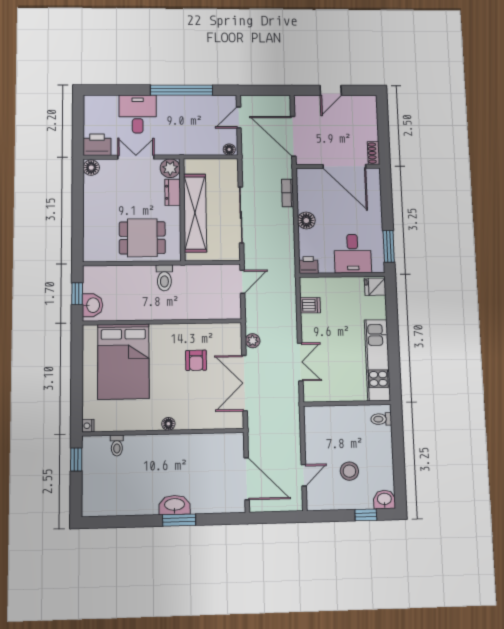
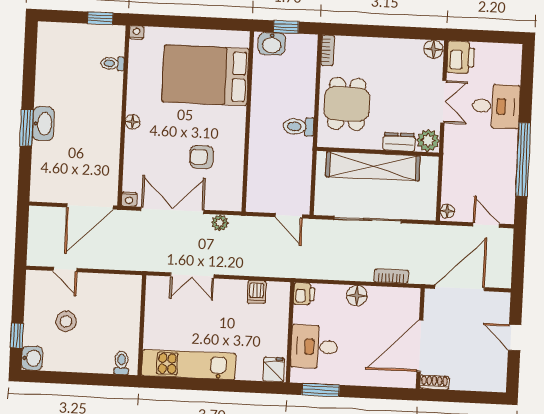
bookcase: (96, 257) -> (328, 50), added
nightstand: (237, 422) -> (129, 199), added
door: (247, 479) -> (90, 206), moved

